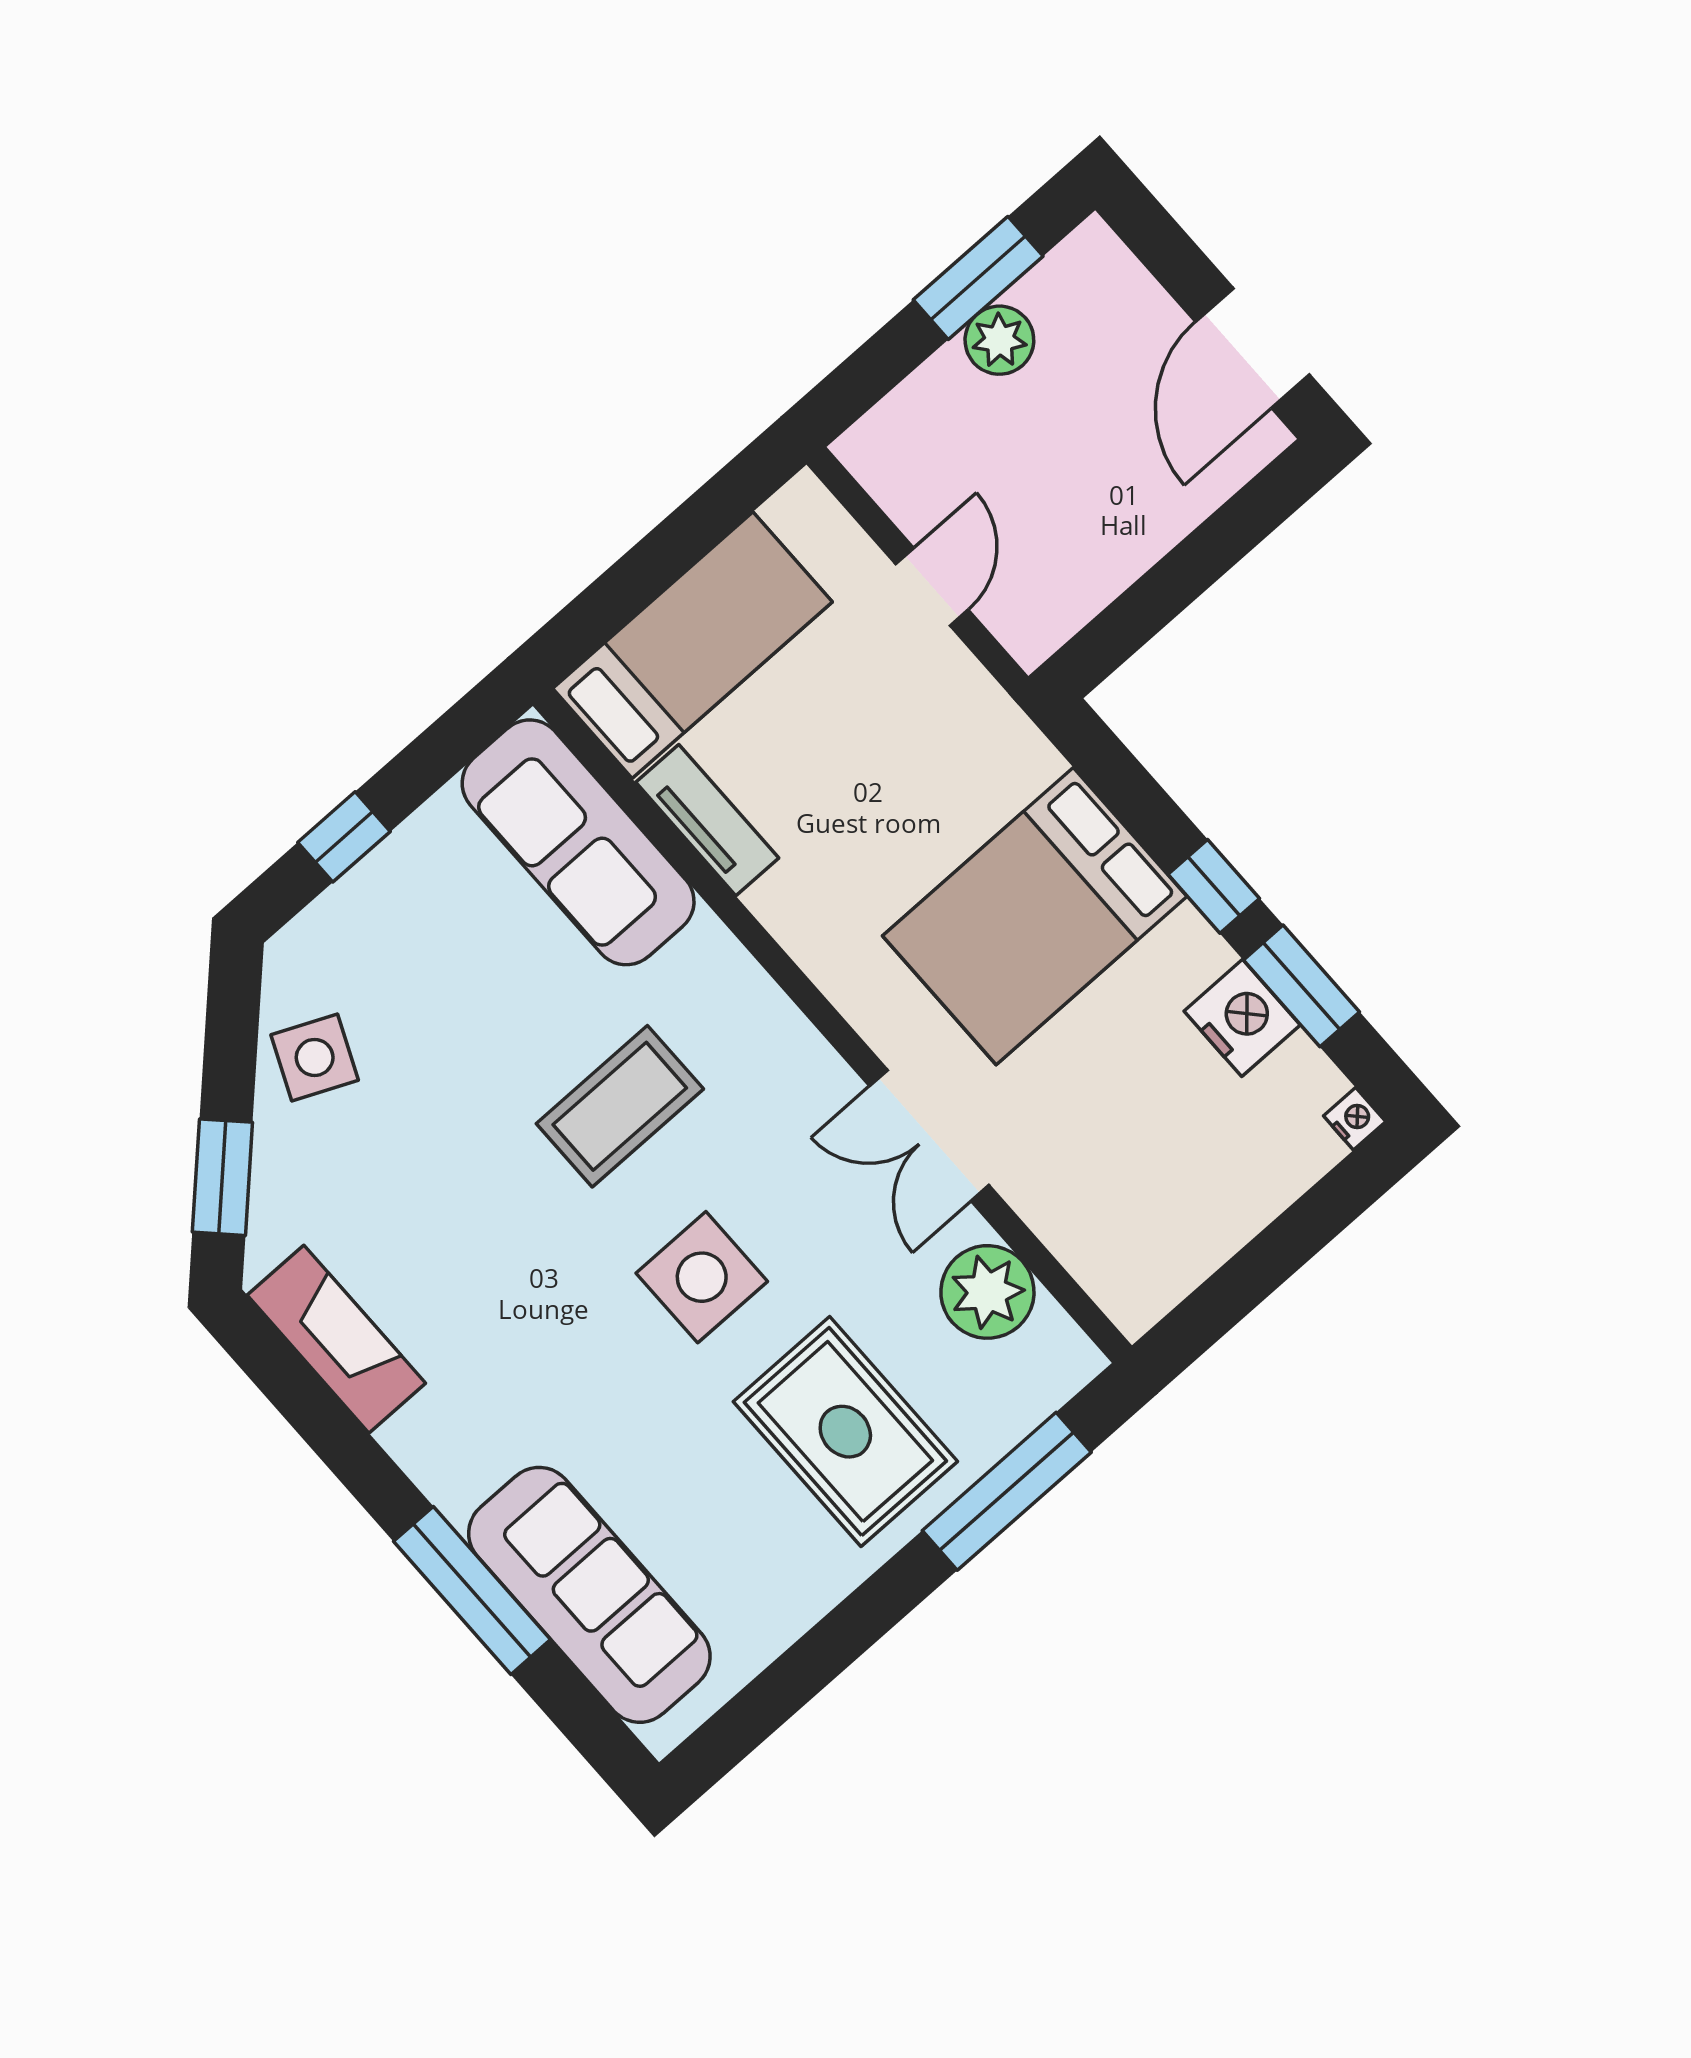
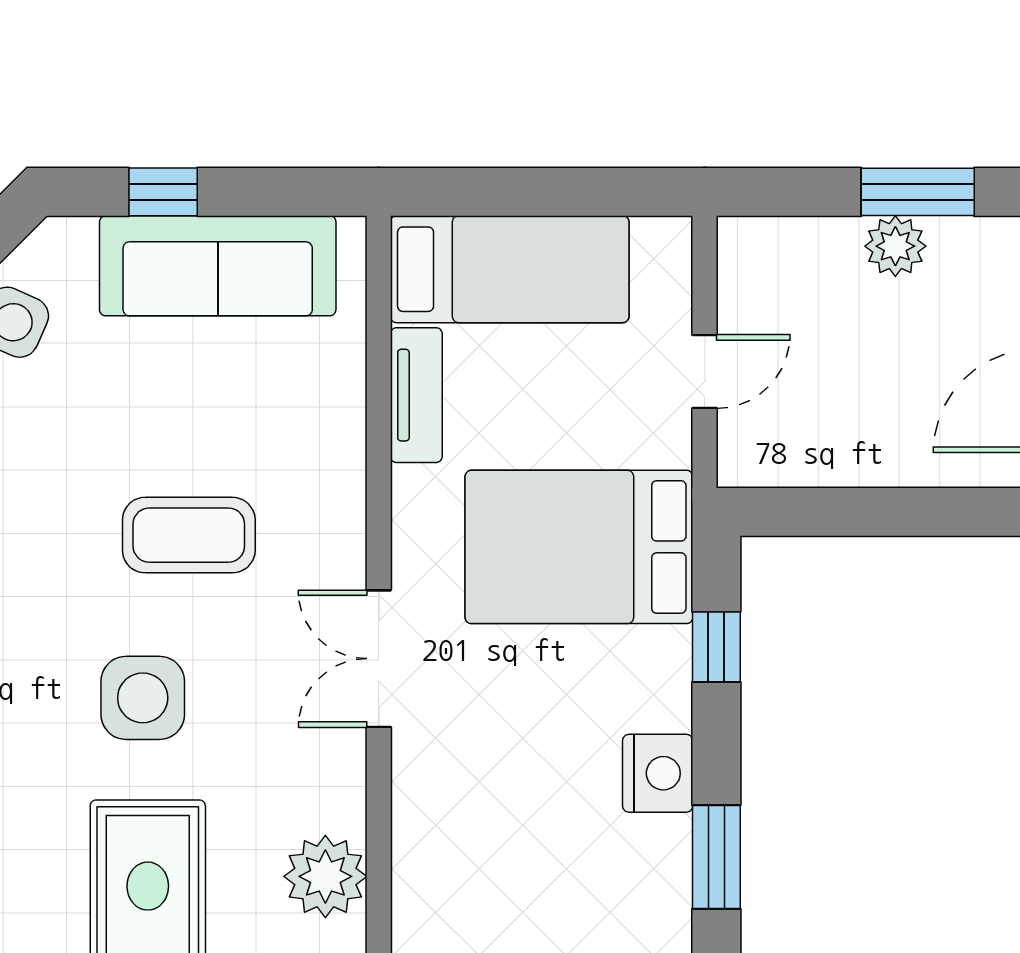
sofa: (578, 842) -> (218, 266), moved, turned -90
window: (1214, 886) -> (716, 647), moved
bed: (1035, 916) -> (579, 547), moved
nightstand: (1242, 1018) -> (658, 773), moved
double door: (929, 1136) -> (379, 659), moved

